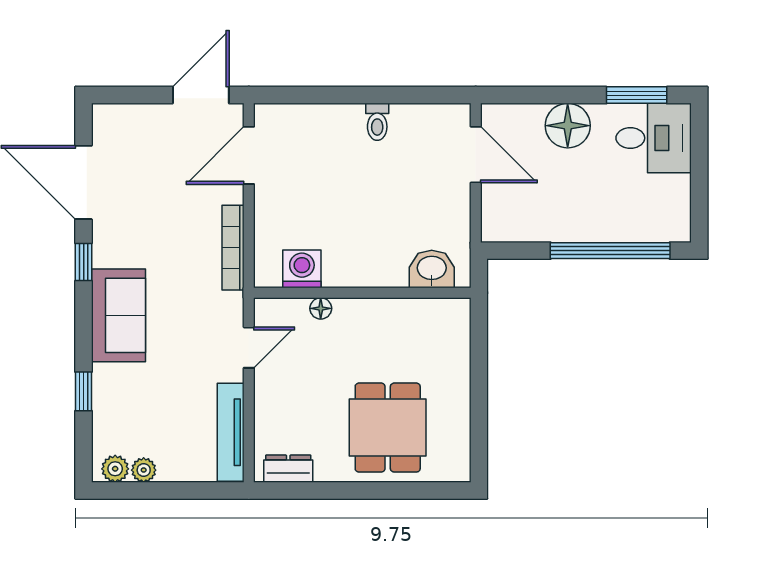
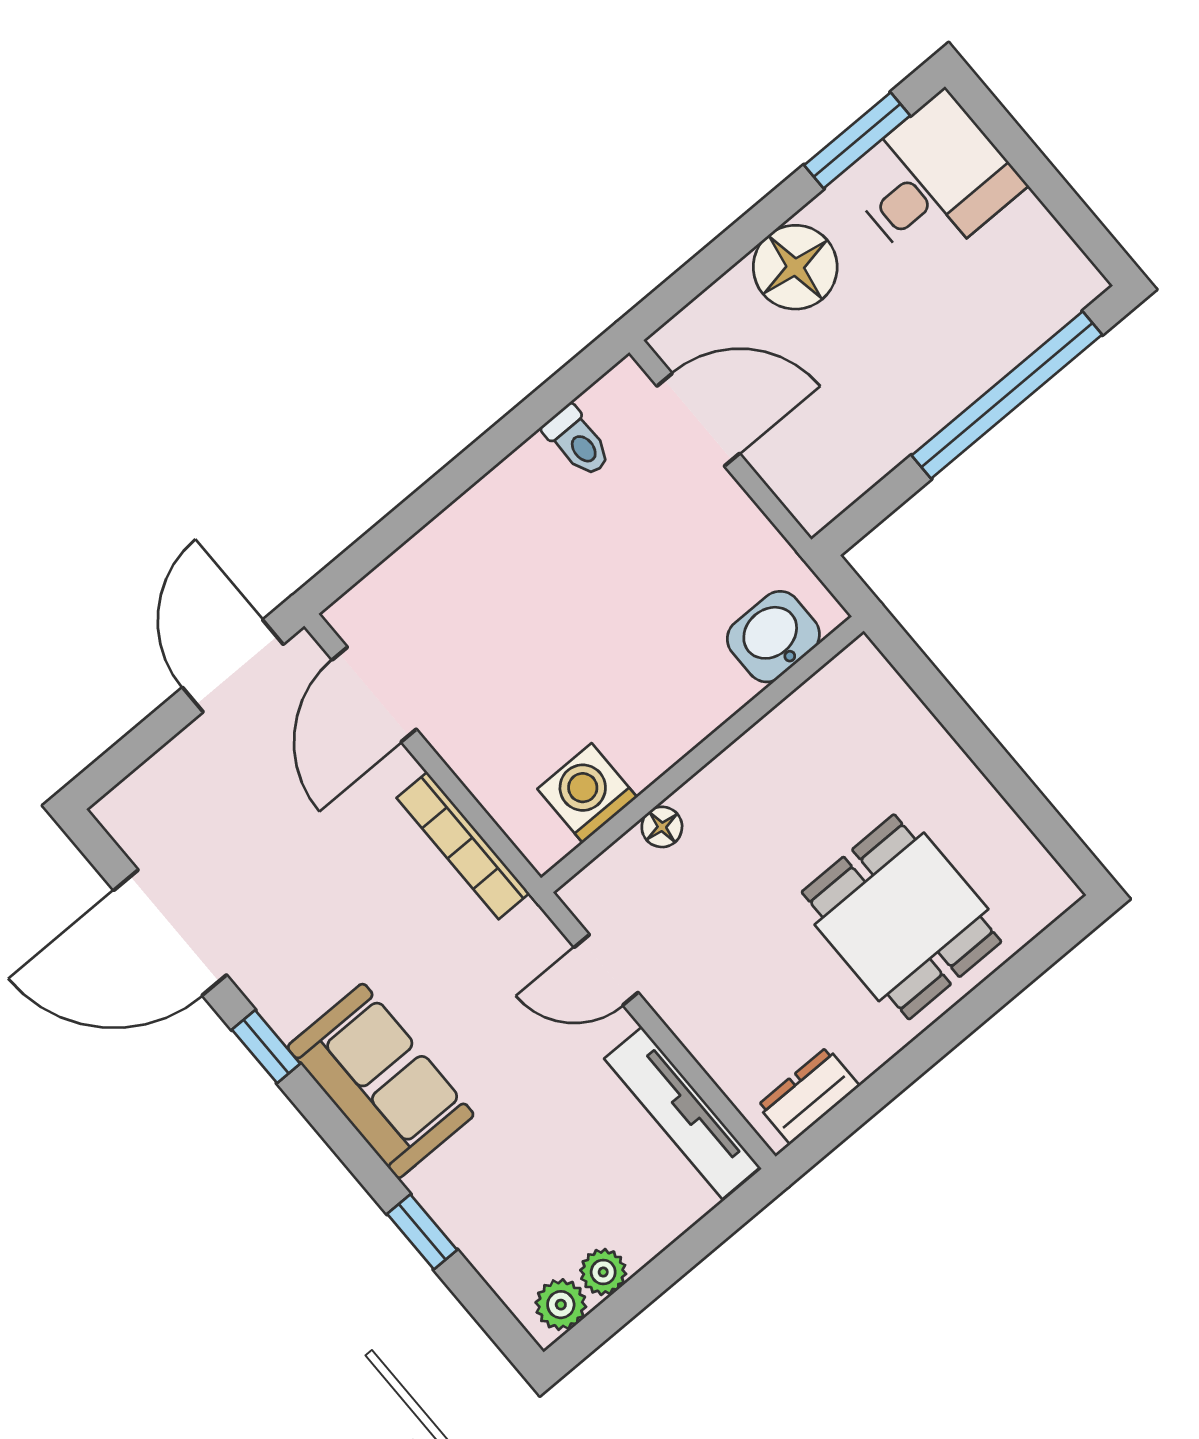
toilet: (377, 122) -> (577, 441), moved
door: (249, 348) -> (606, 970), swing flipped

